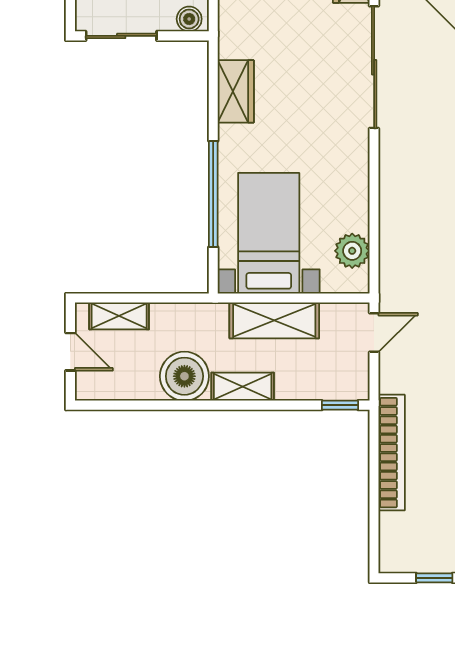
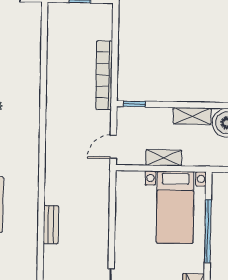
plant: (352, 251) -> (126, 196), removed
shelving: (274, 320) -> (164, 158), width x0.67, depth x0.75

